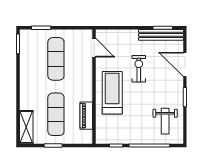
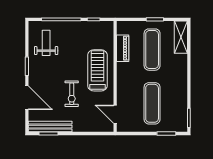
treadmill: (112, 93) -> (97, 70), turned 180

